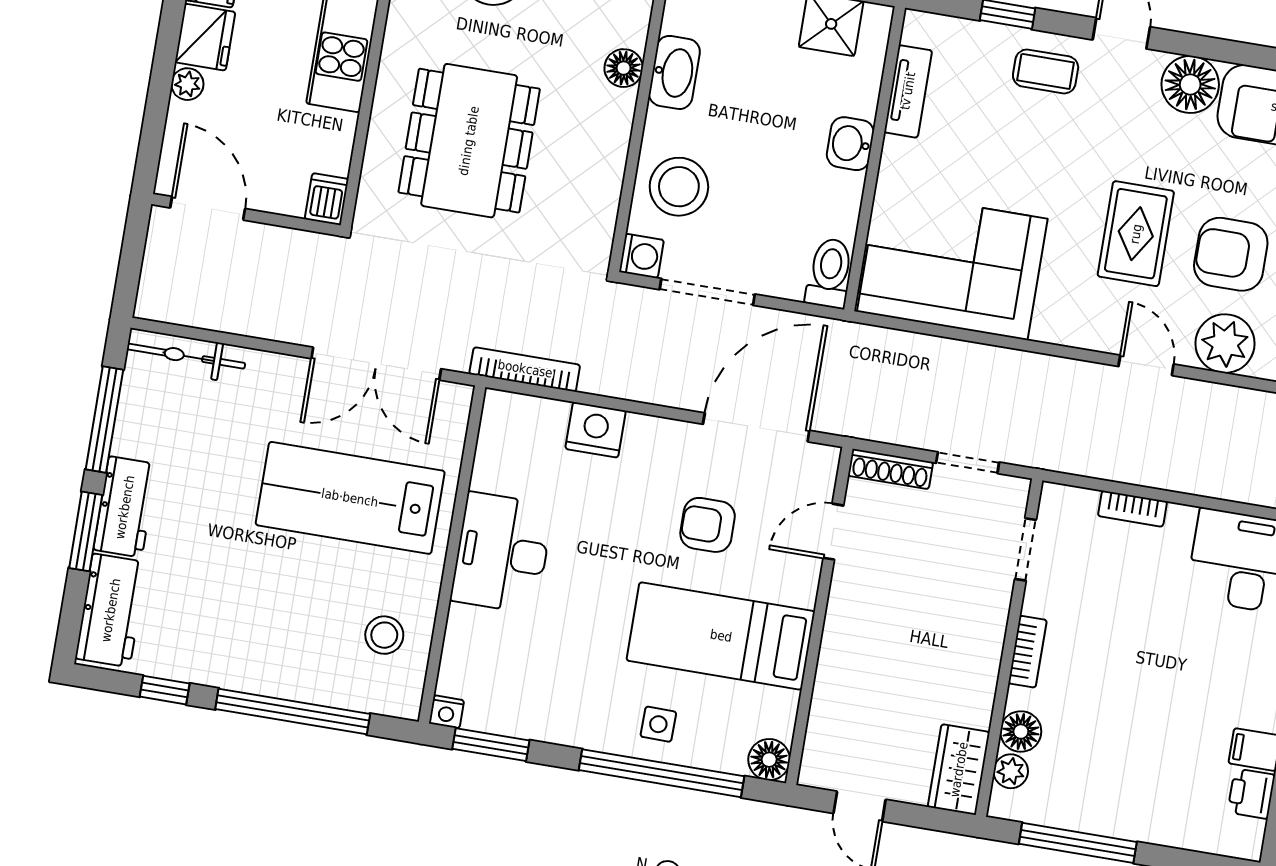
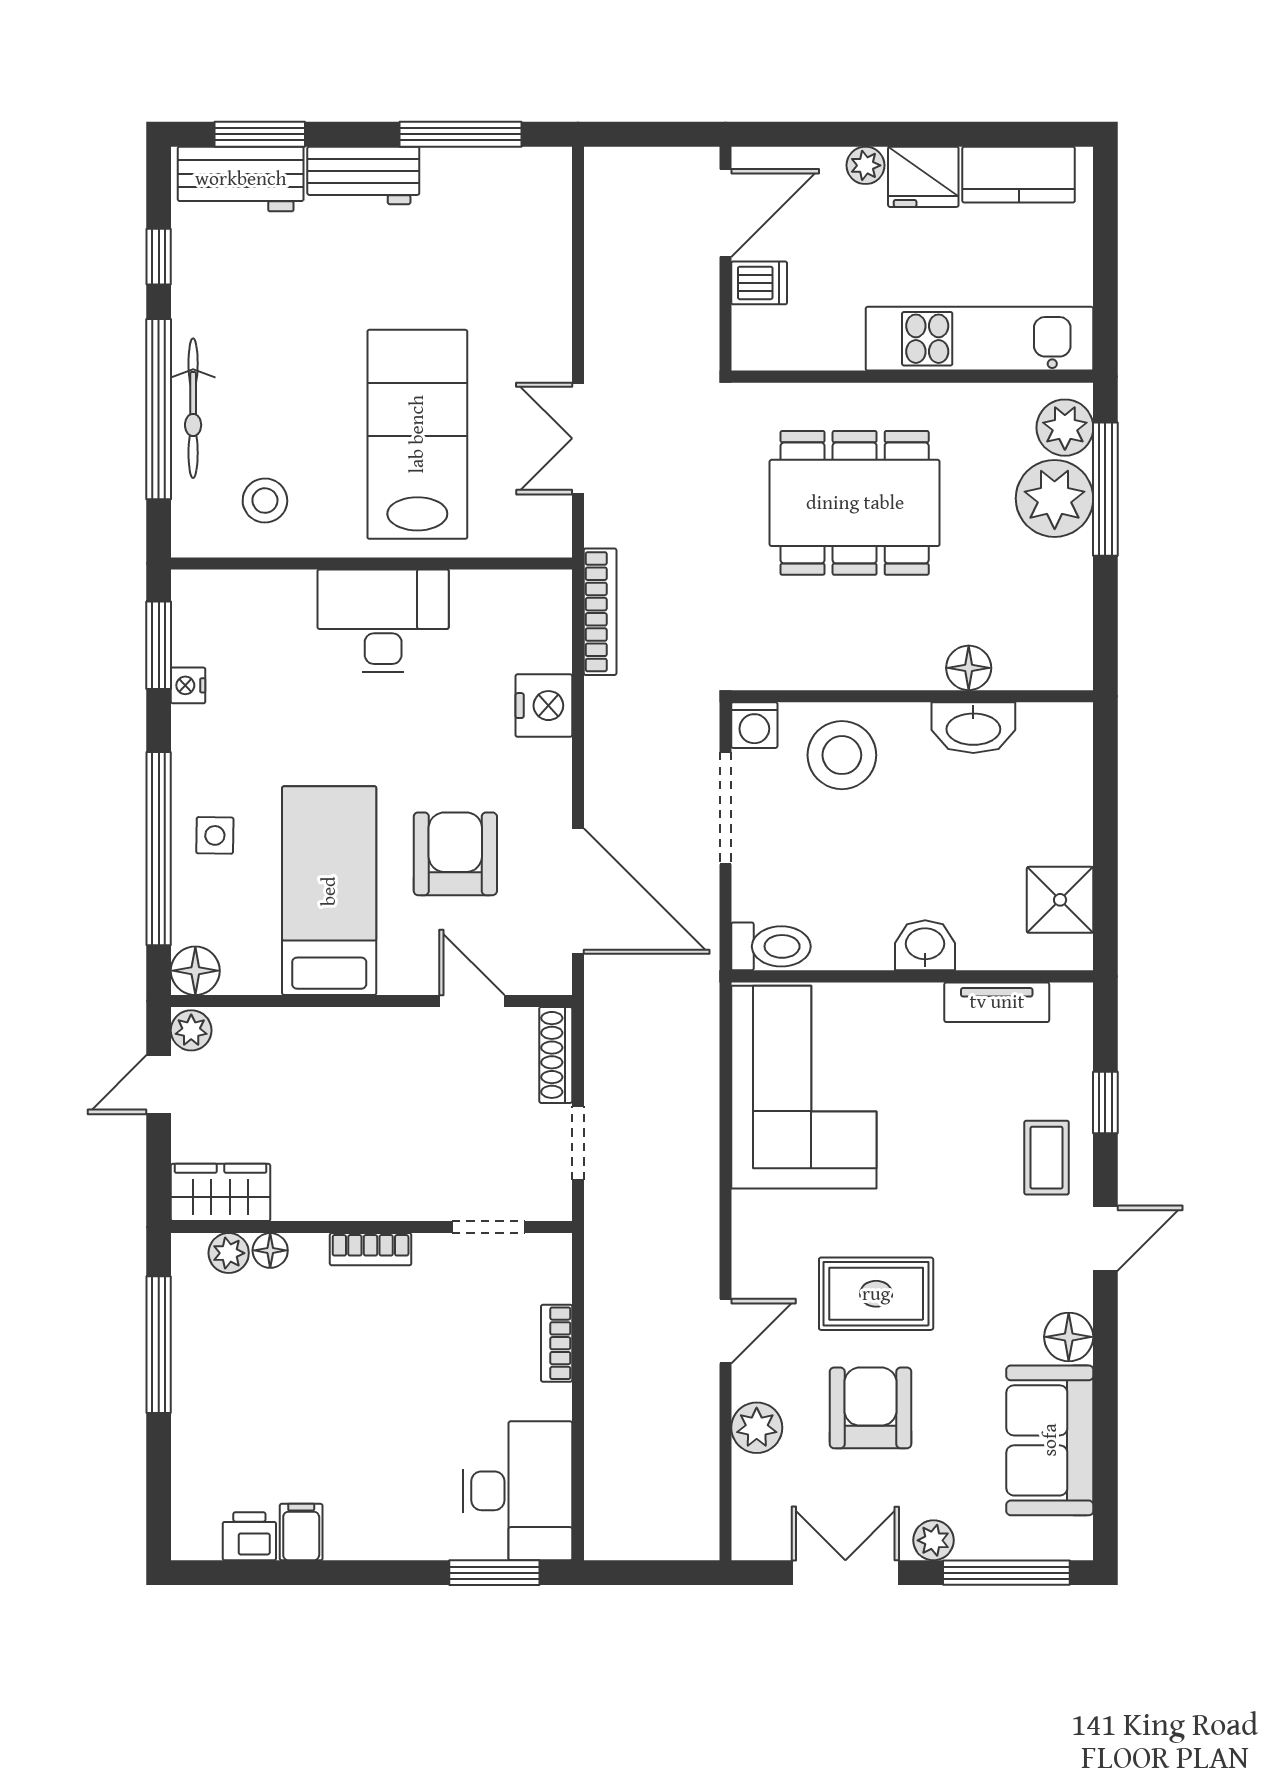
floor lamp: (1190, 84) -> (1069, 1337), width x0.73, depth x0.73
dishwasher: (327, 199) -> (759, 283), moved
plant: (1225, 344) -> (757, 1428), width x0.73, depth x0.73
bicycle: (186, 356) -> (193, 408), moved, turned 180
double door: (376, 364) -> (578, 438), width x0.73
armchair: (708, 525) -> (455, 854), width x1.38, depth x1.38
window: (86, 531) -> (260, 134), moved
nightstand: (446, 712) -> (188, 685), moved
floor lamp: (1021, 732) -> (270, 1250), width x0.73, depth x0.73
plant: (819, 771) -> (191, 1030), added

